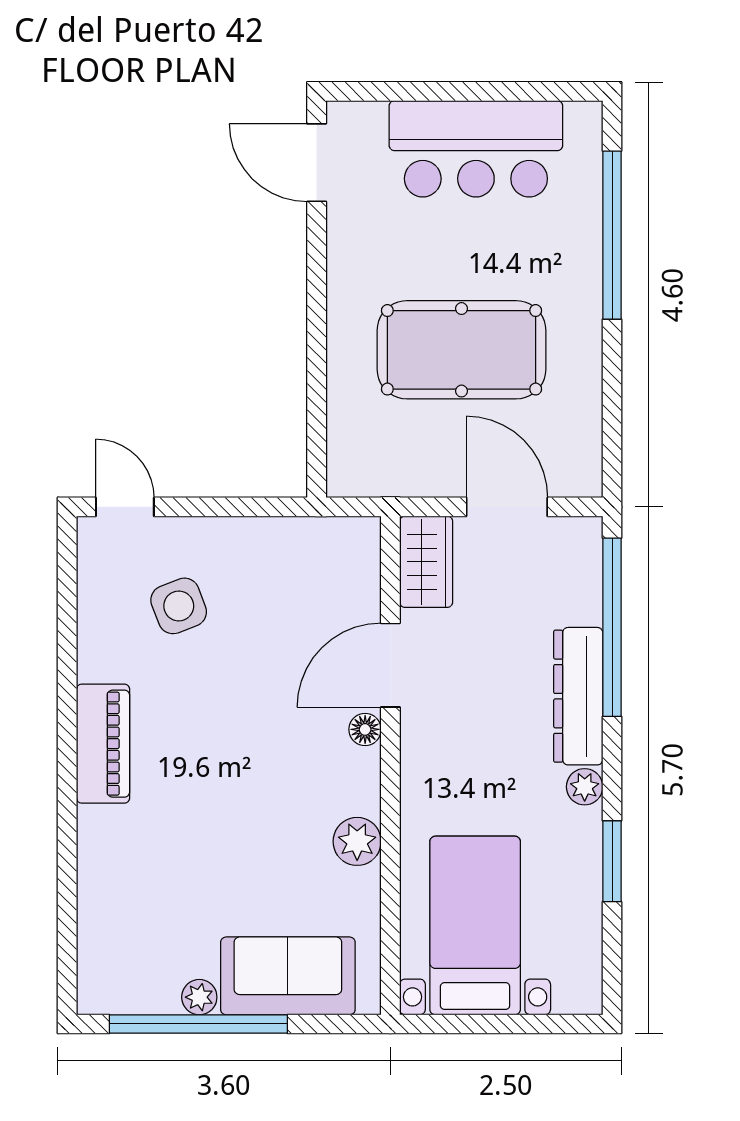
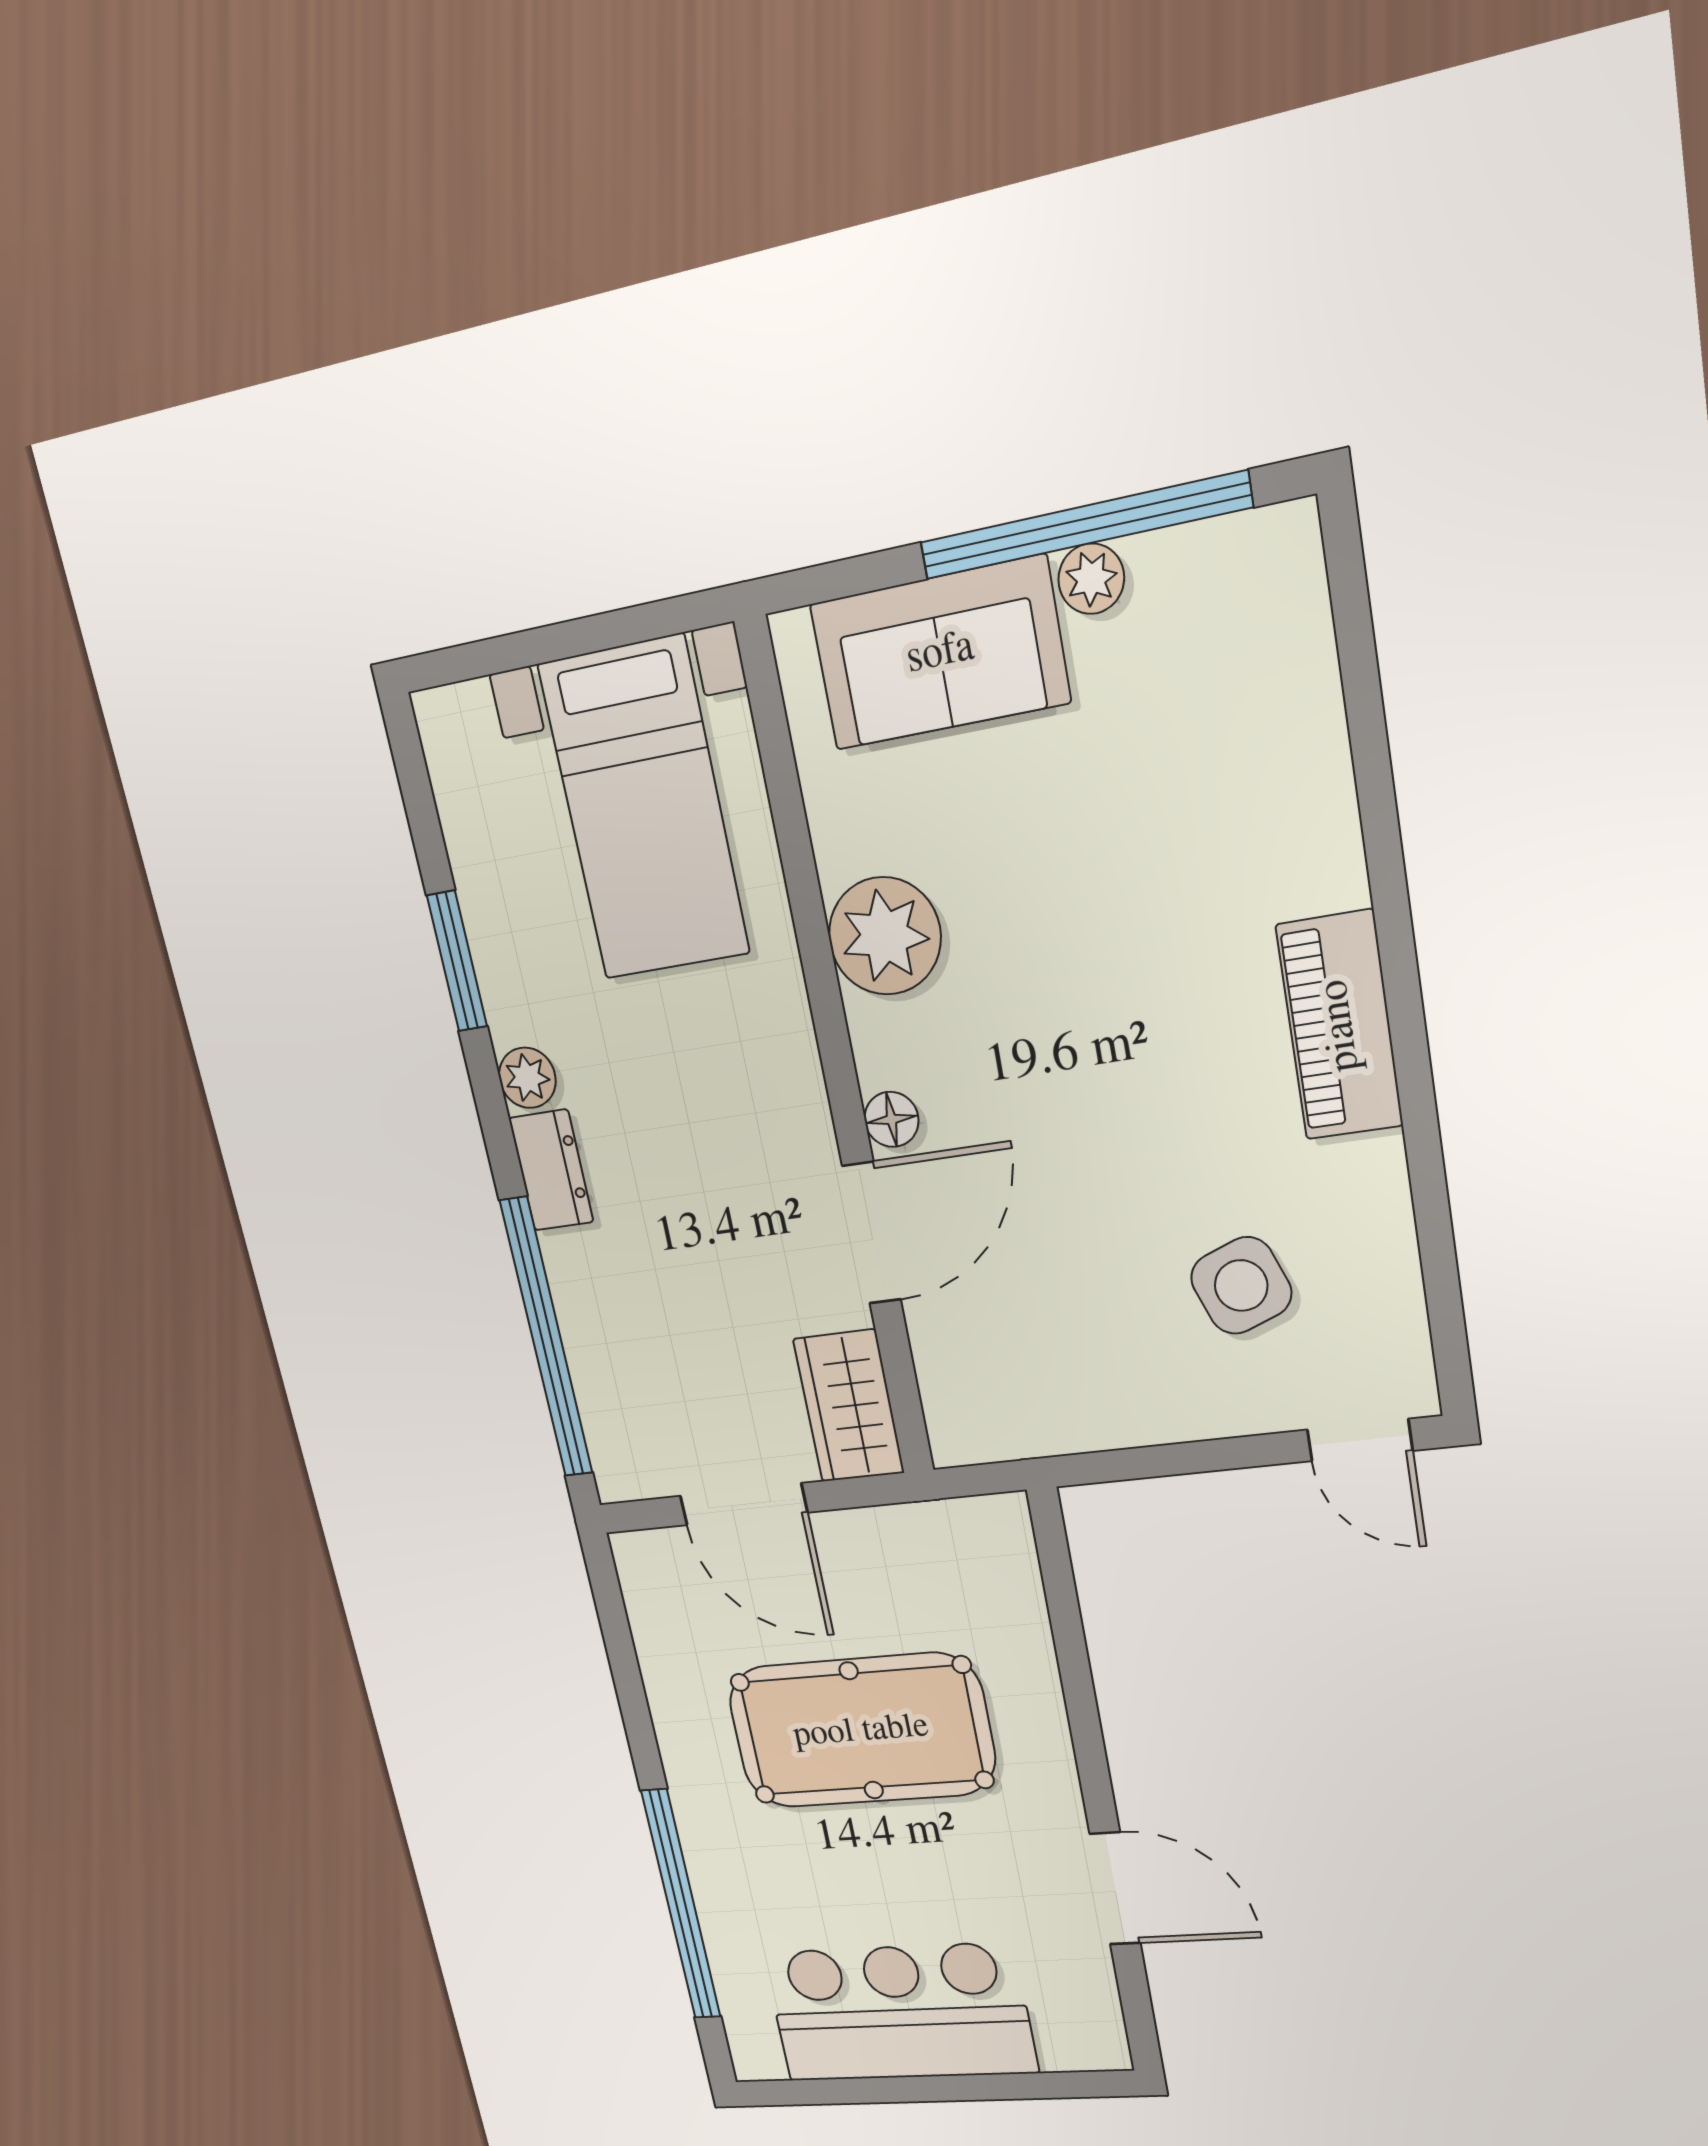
door: (317, 163) -> (1115, 1889), moved
dresser: (578, 696) -> (551, 1170), width x0.51, depth x0.80
plant: (357, 841) -> (885, 936), width x1.36, depth x1.36

